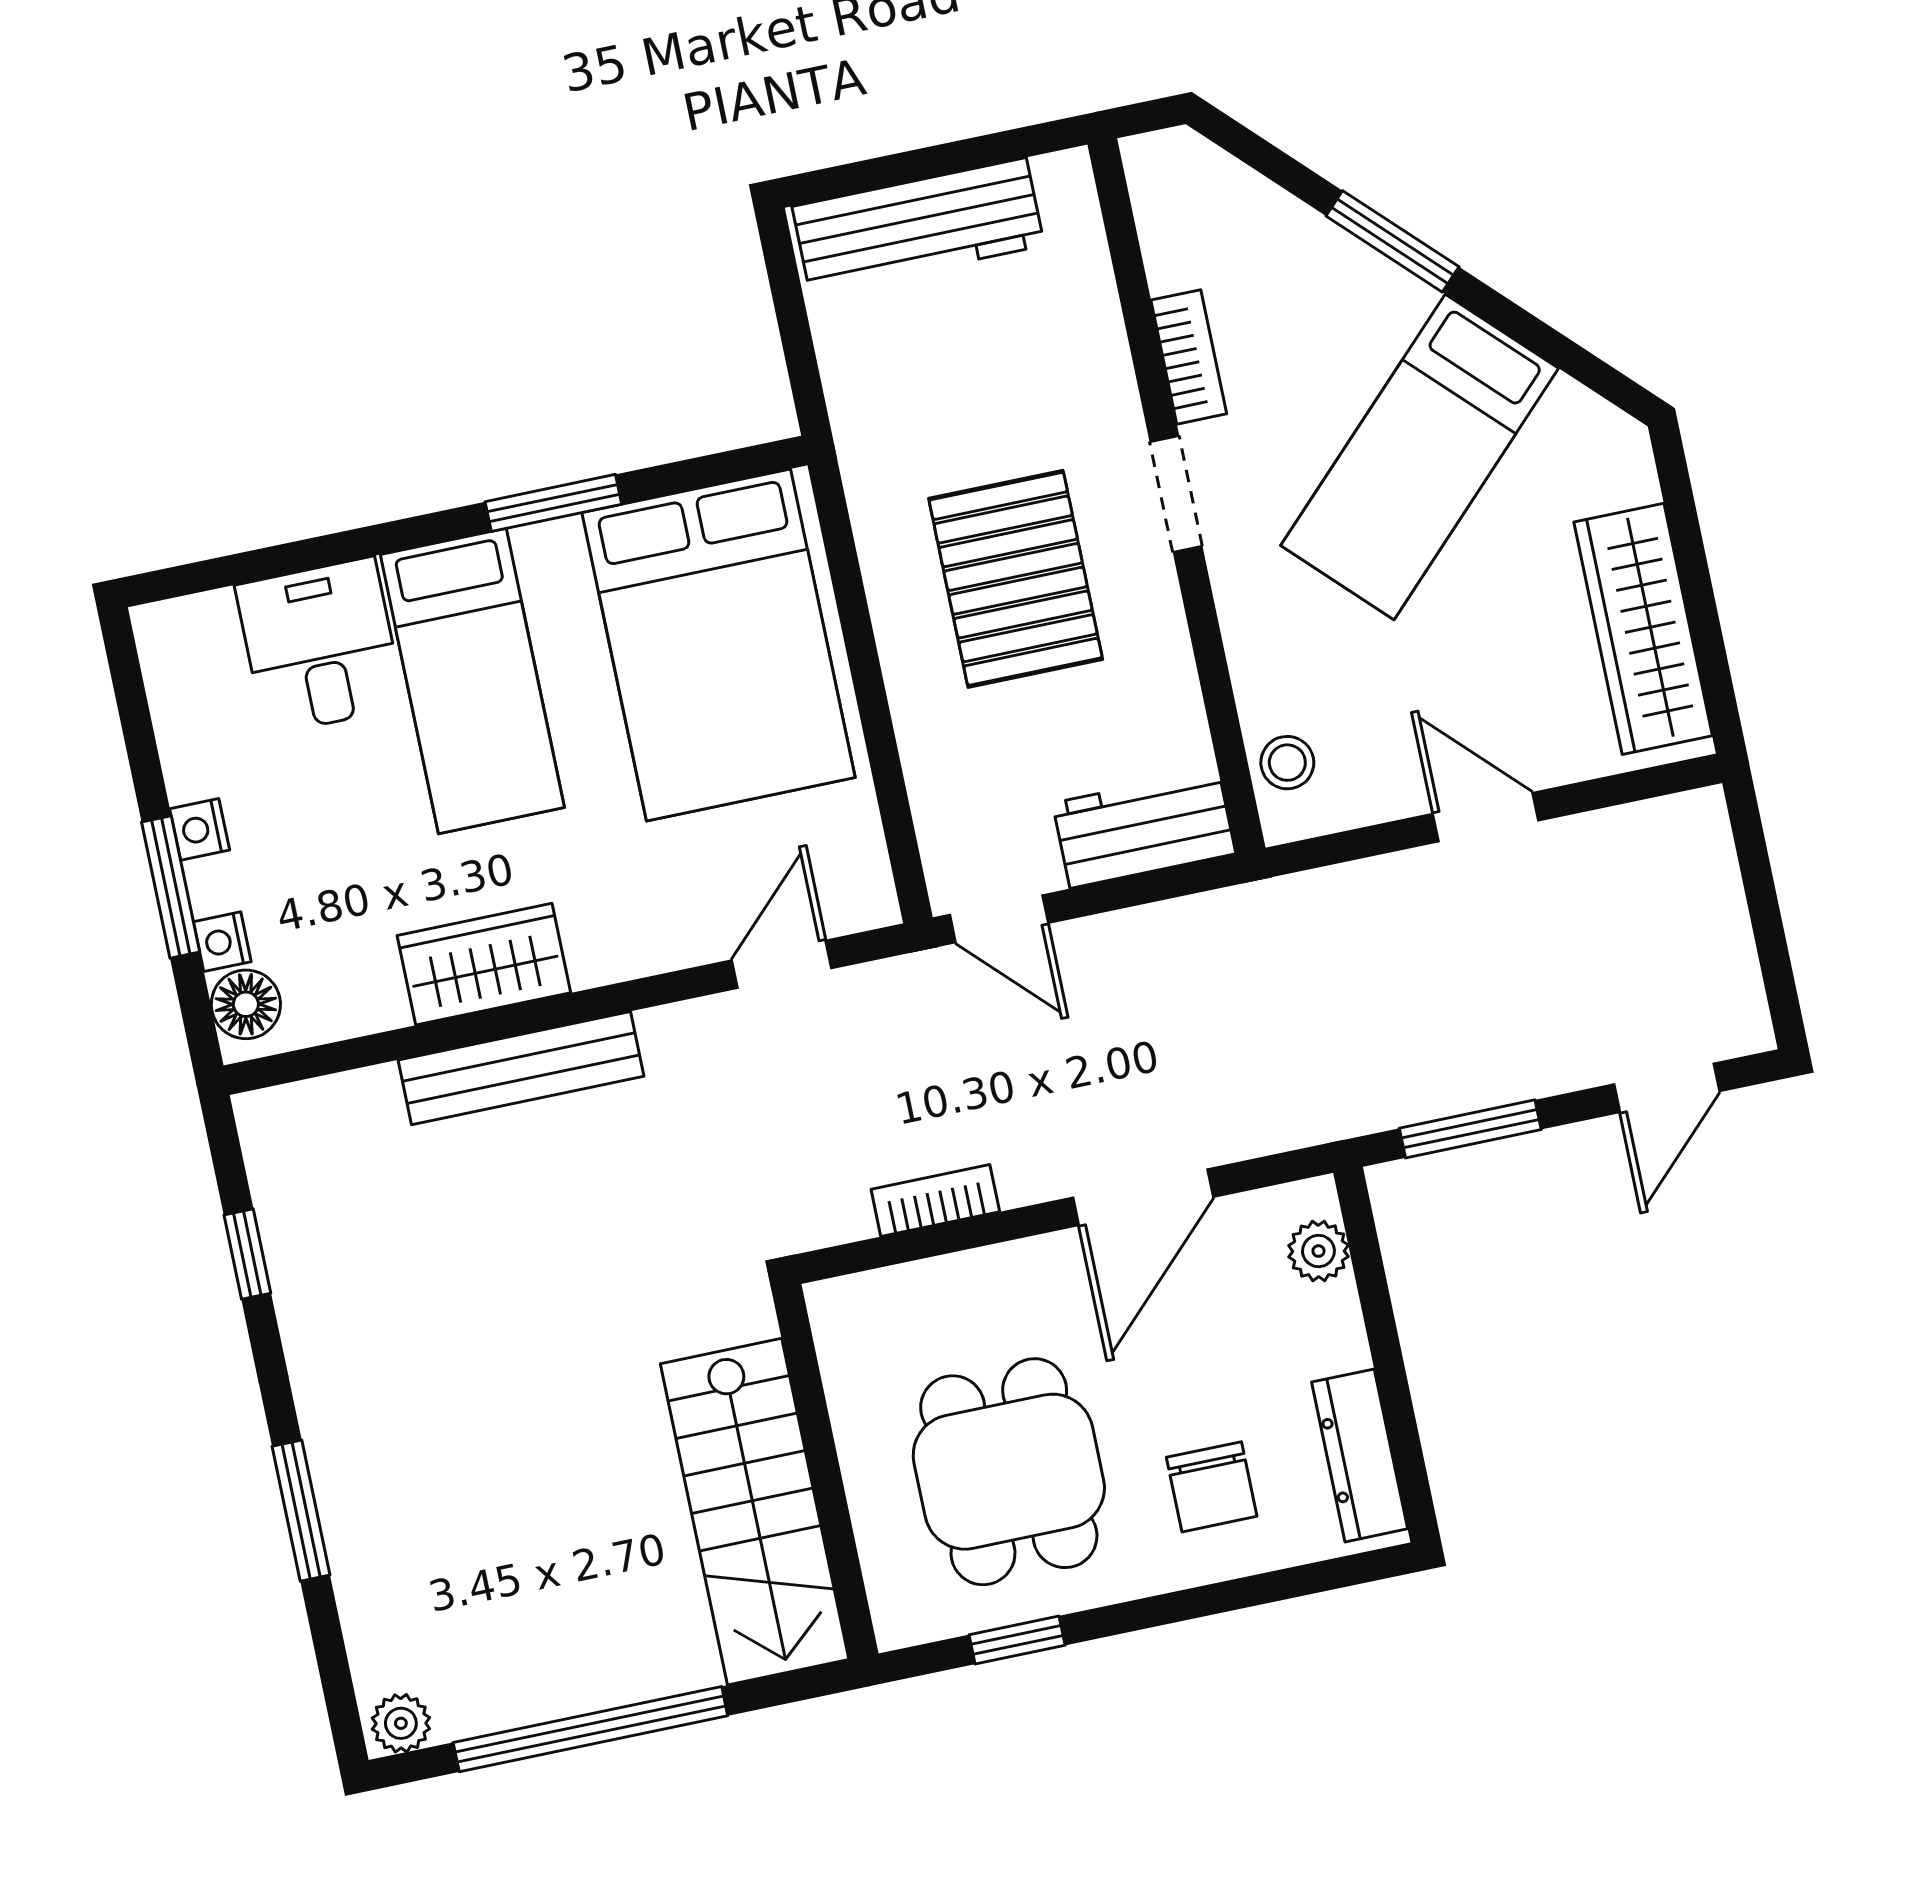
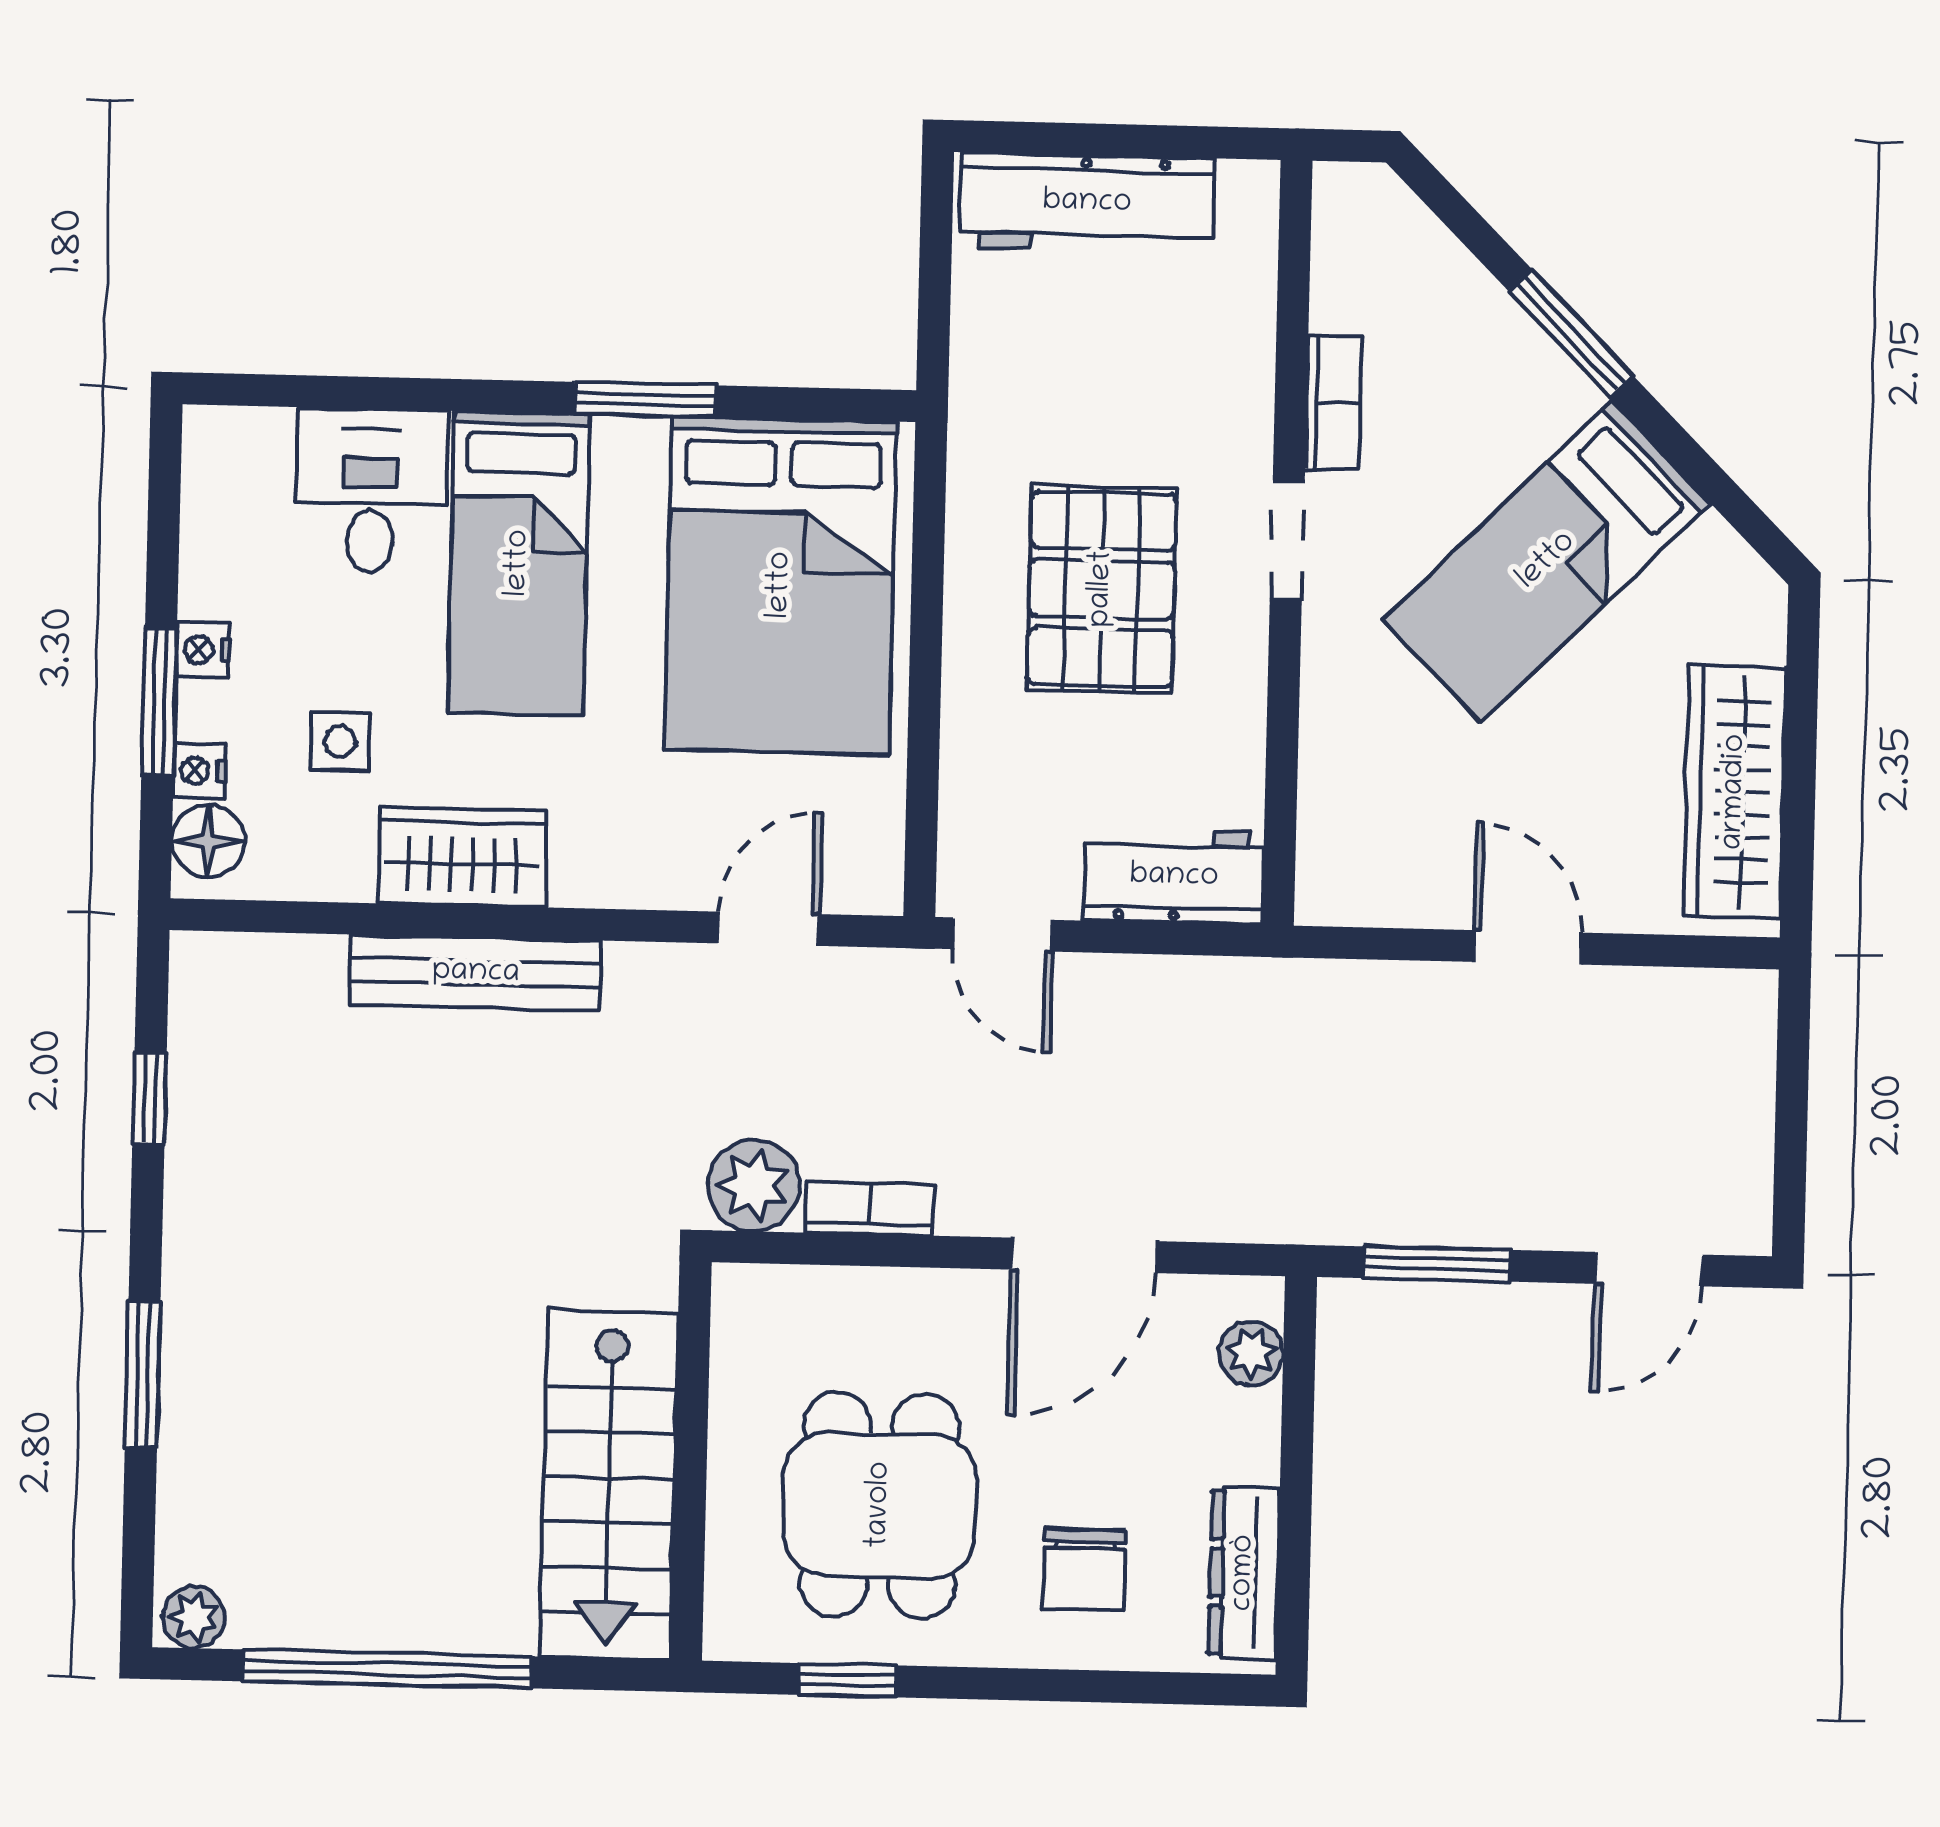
stool: (1287, 763) -> (1337, 843), removed
side table: (346, 884) -> (340, 741), added
plant: (824, 1204) -> (754, 1186), added

